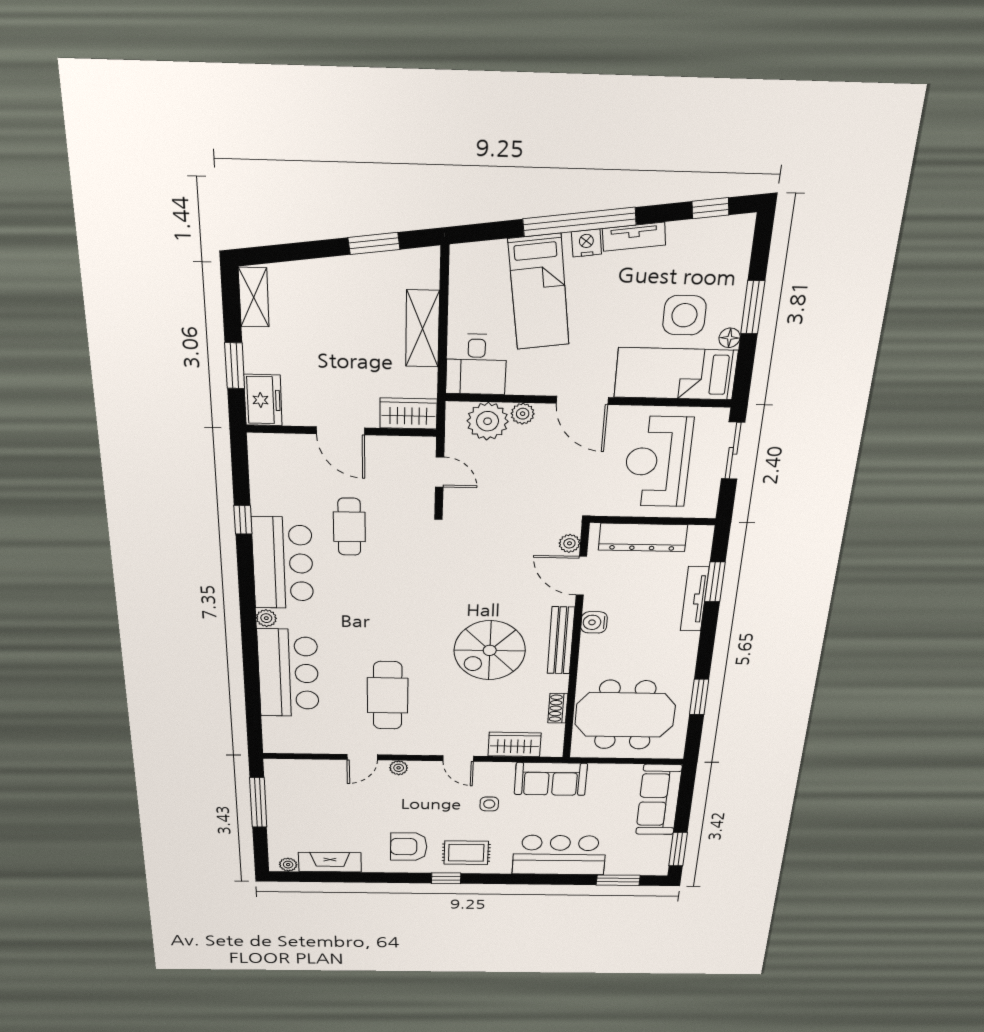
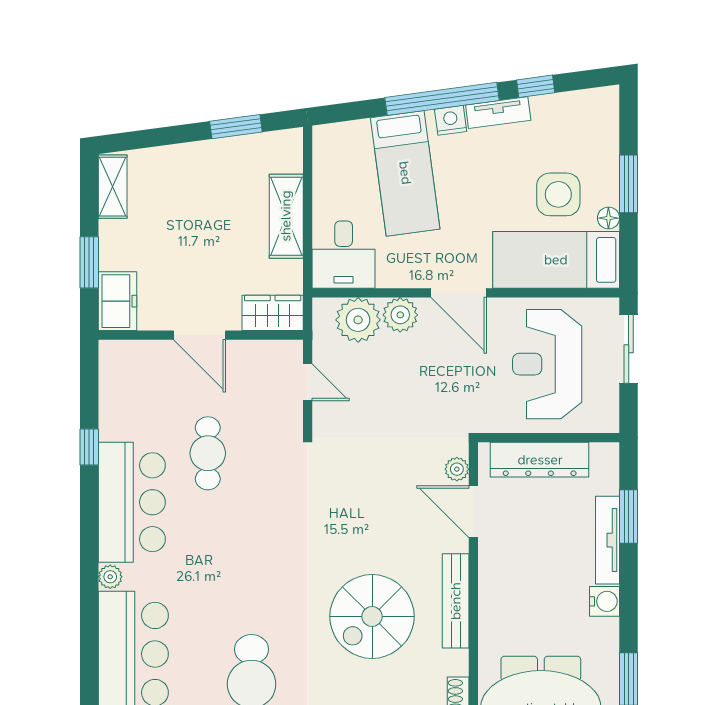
window: (710, 208) -> (536, 86), moved
plant: (523, 414) -> (400, 315), width x1.38, depth x1.38
water cooler: (594, 622) -> (605, 601), moved, turned 180

